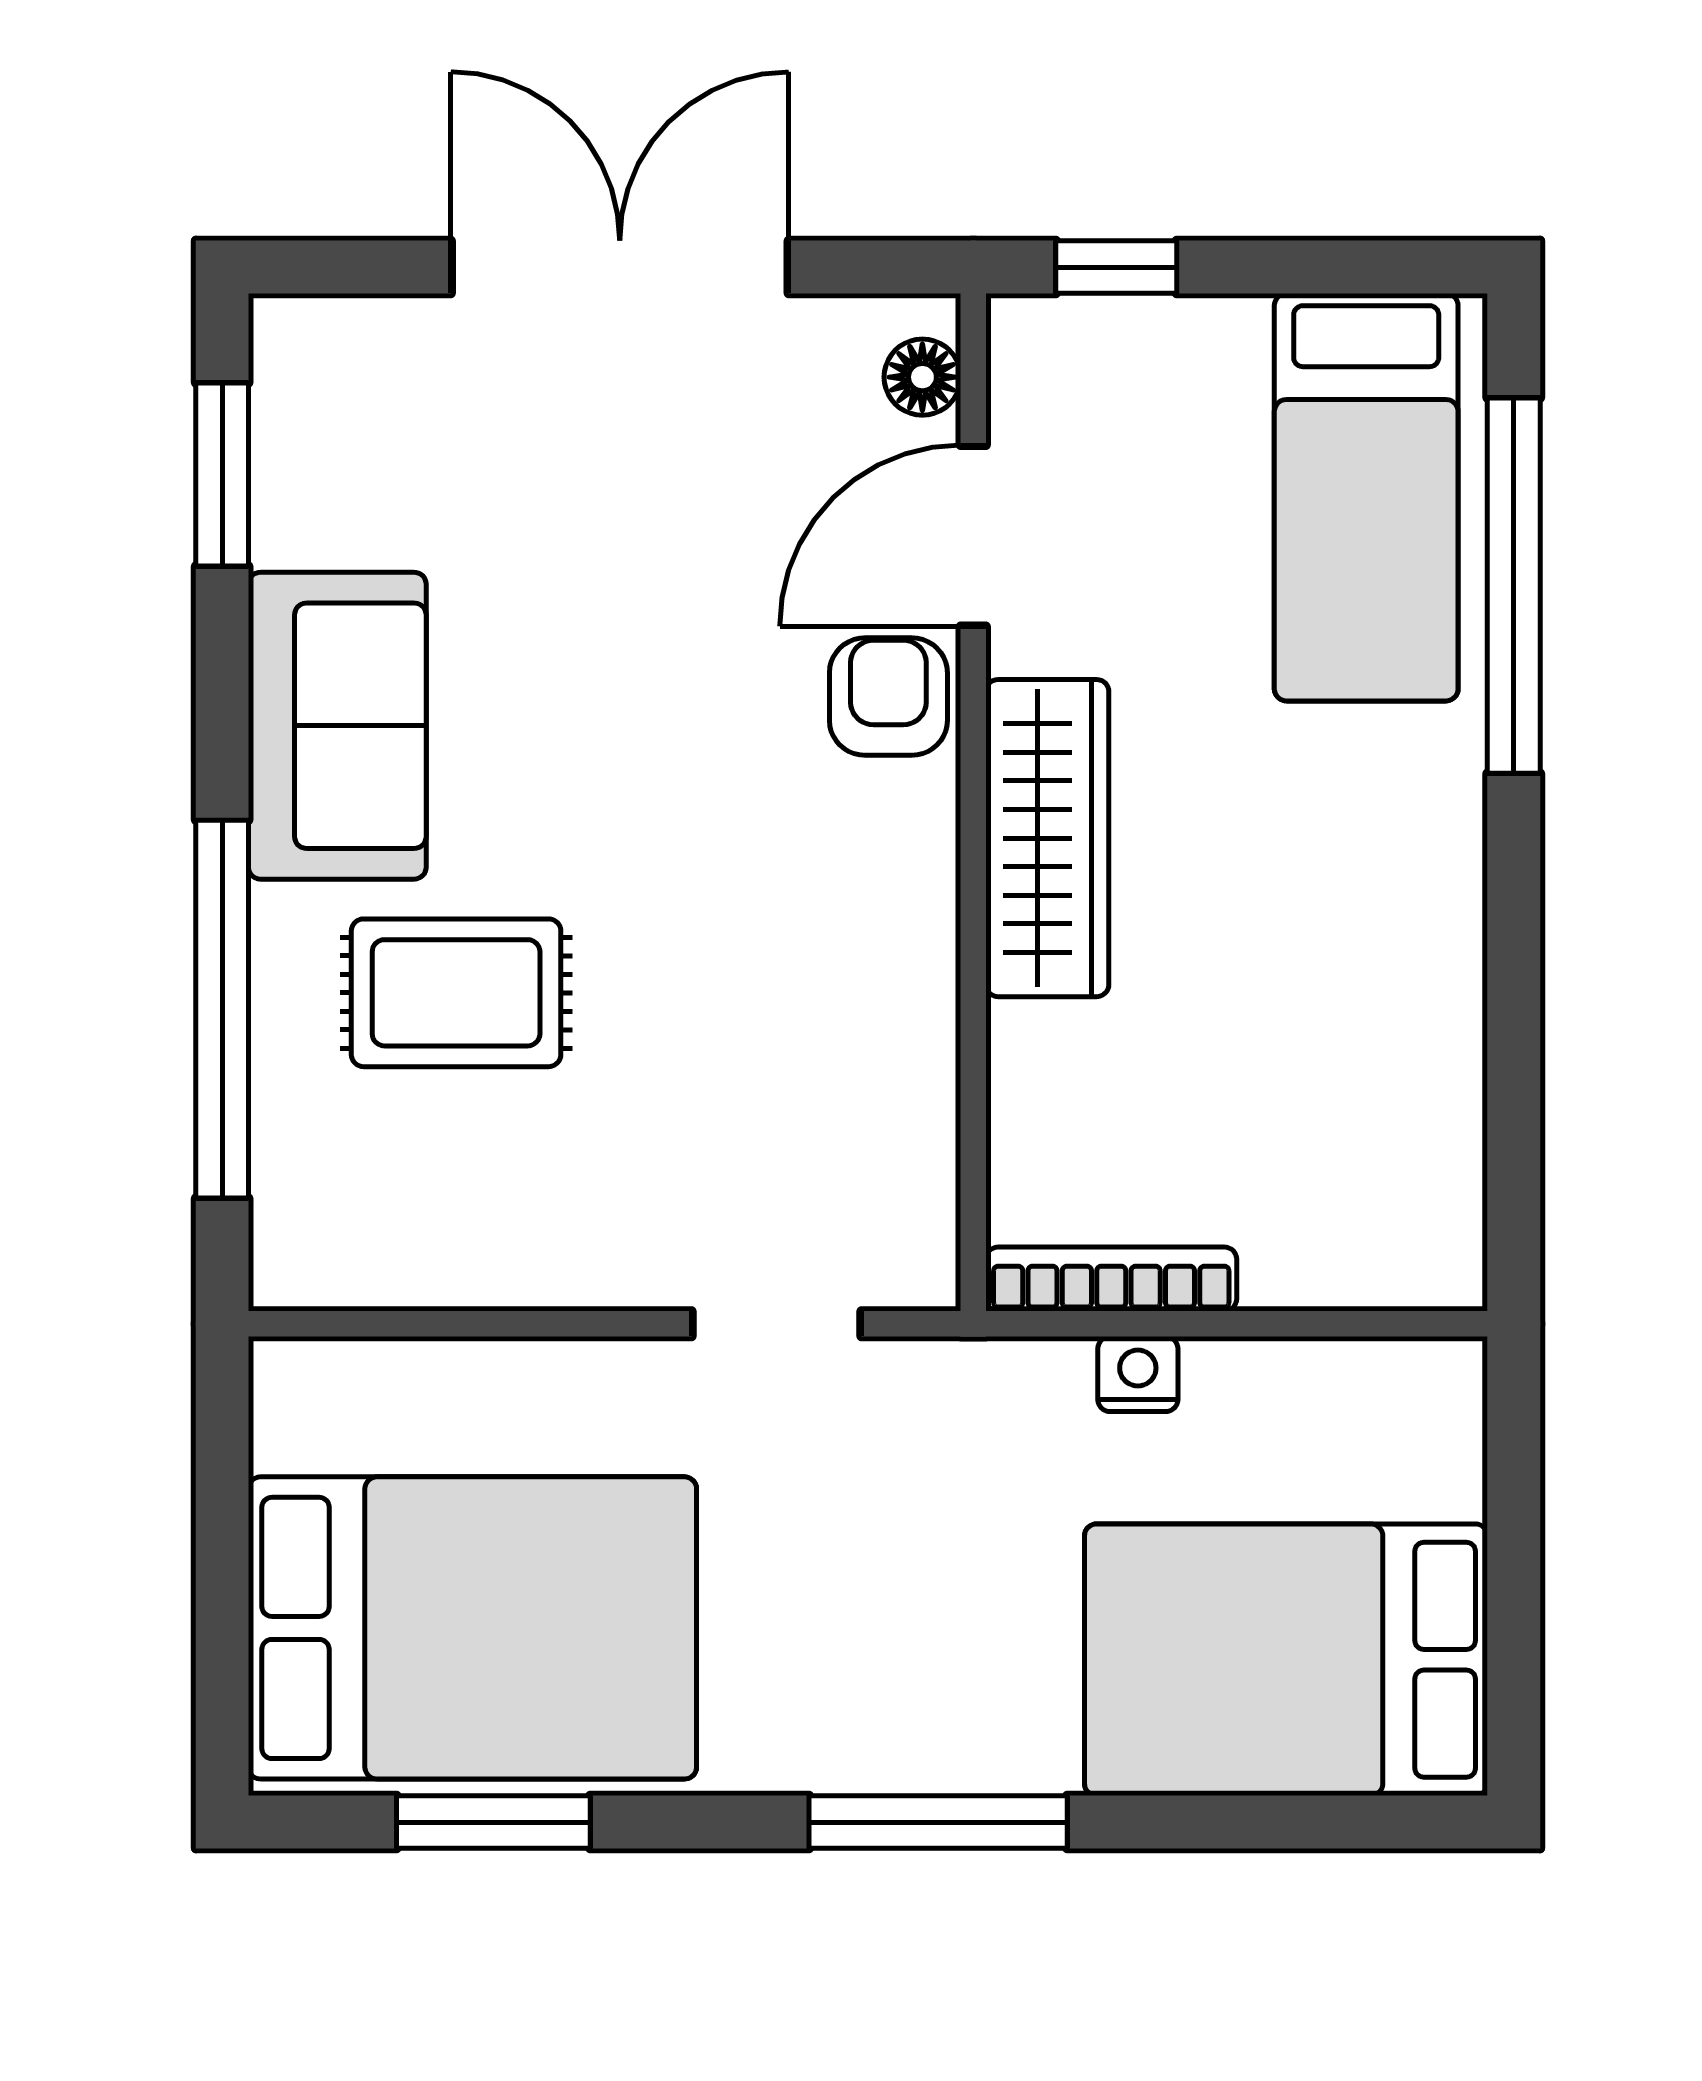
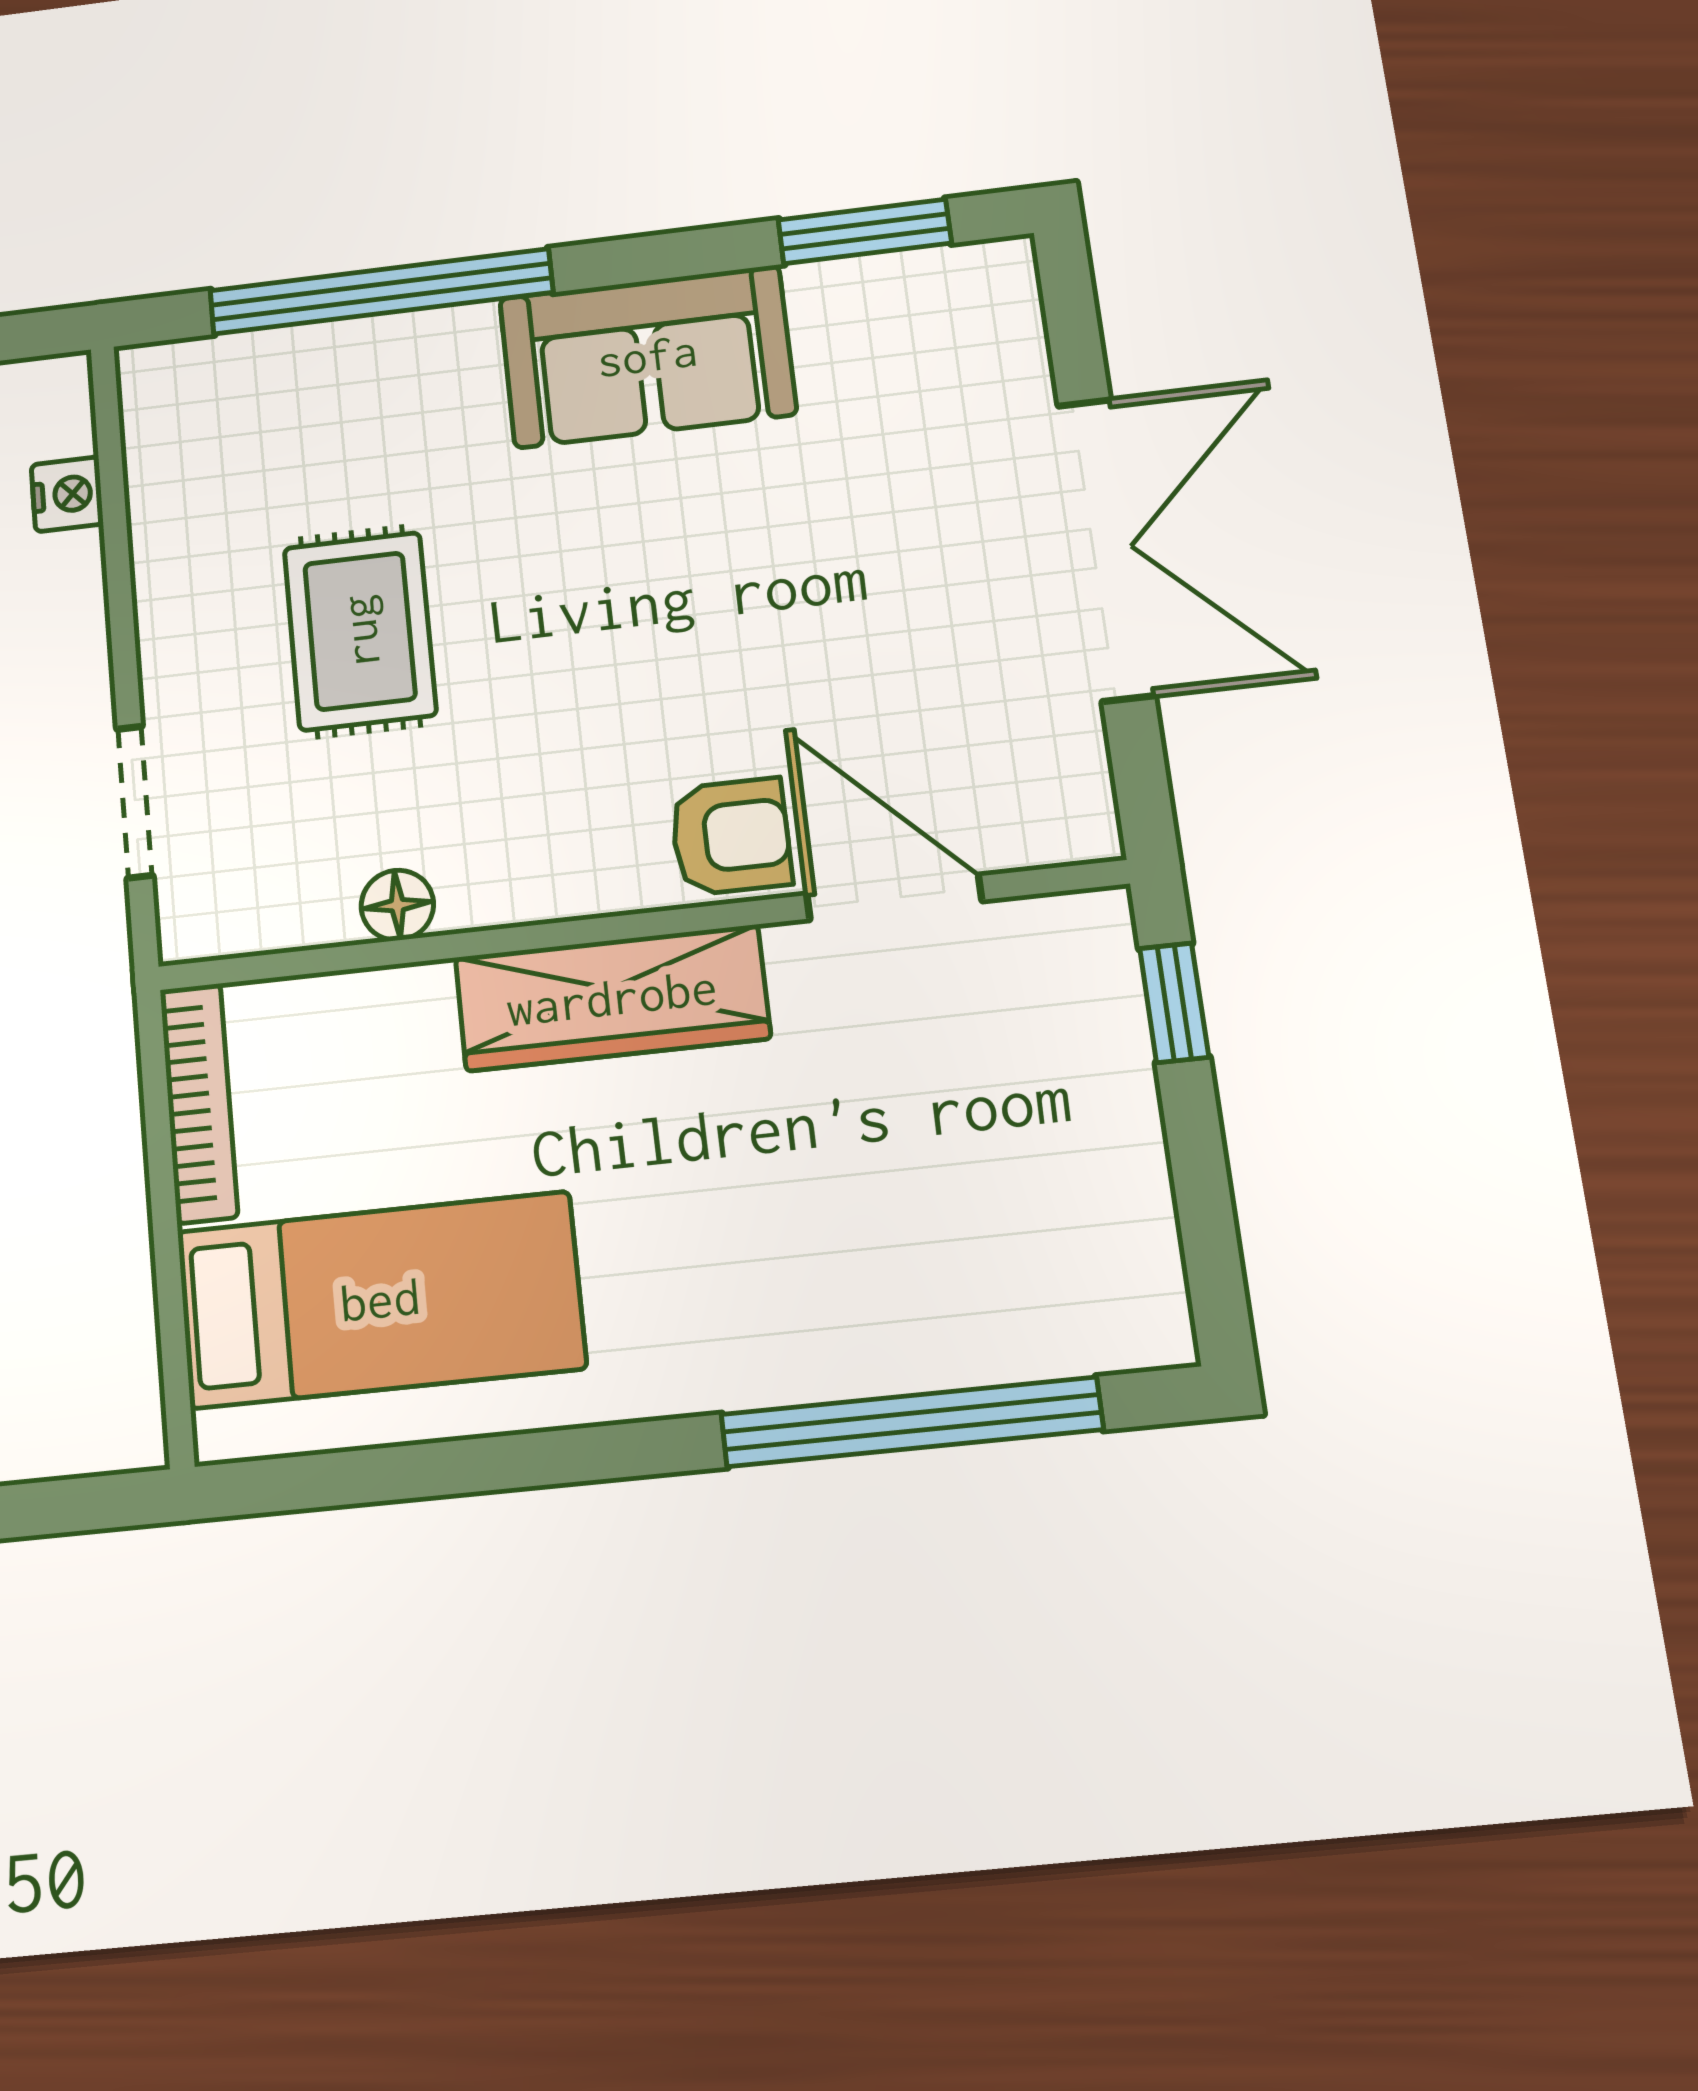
floor lamp: (922, 377) -> (397, 905), moved
bed: (1366, 497) -> (380, 1300), moved, turned 180
rug: (456, 993) -> (360, 631), moved
nightstand: (1138, 1374) -> (67, 494), moved

